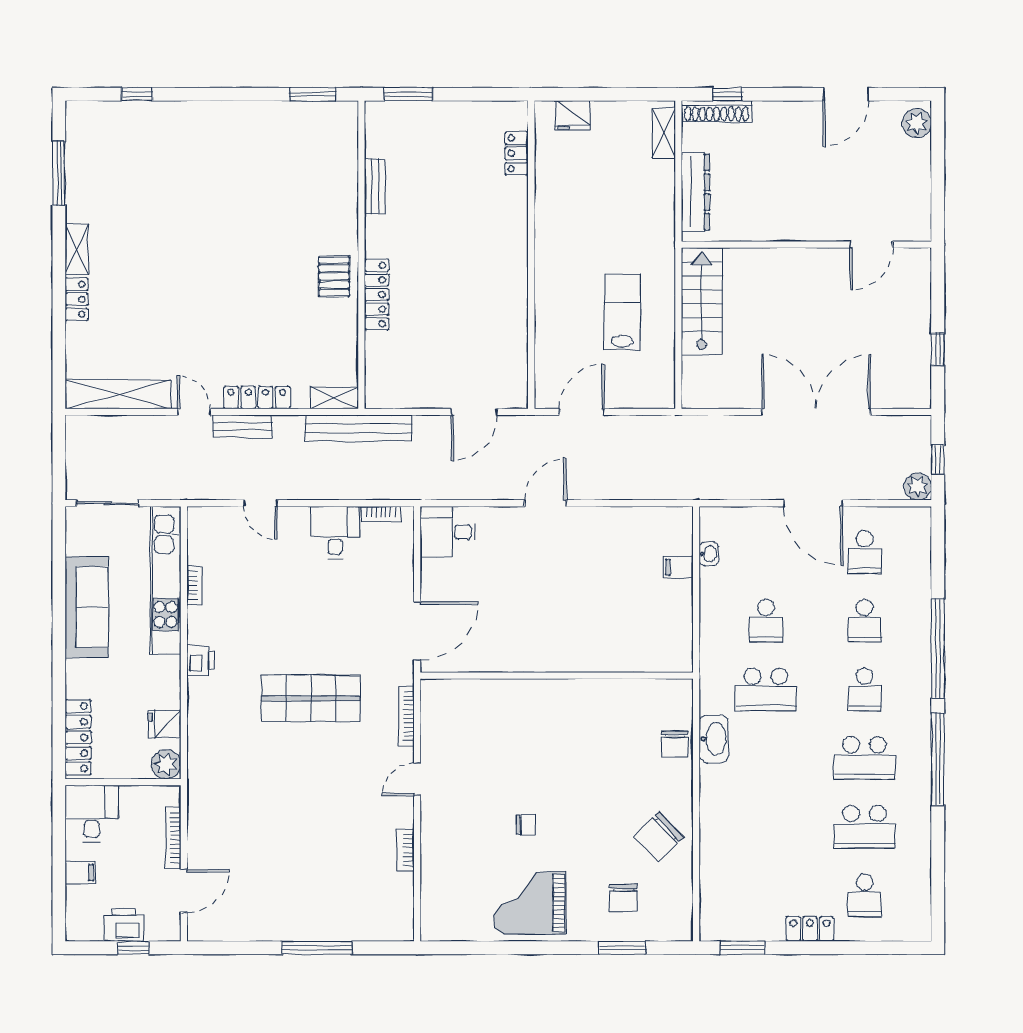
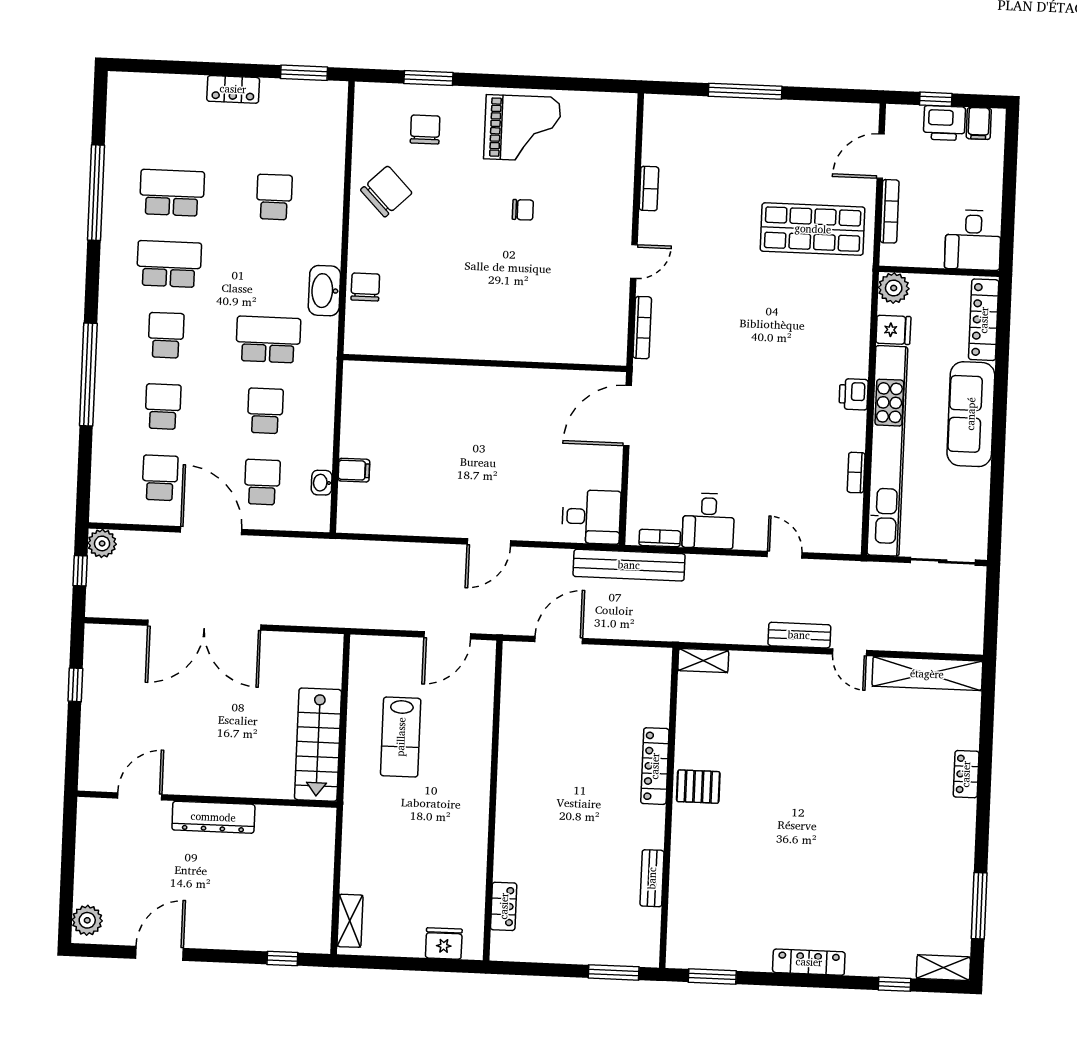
shoe rack: (717, 111) -> (294, 941), removed
dresser: (695, 192) -> (213, 817), moved, turned -90
shelving: (77, 249) -> (943, 968), moved, turned 90
pallet: (334, 276) -> (698, 787), turned 90
locker: (257, 397) -> (809, 962), moved, turned 180
bench: (359, 428) -> (629, 565), moved
school desk: (766, 552) -> (262, 482), added
kitchen unit: (166, 580) -> (887, 451), width x1.36
sofa: (87, 607) -> (971, 414), moved
shop shelf: (311, 698) -> (813, 229), moved
window: (938, 759) -> (96, 193), moved
chair: (526, 825) -> (523, 210), turned 180
filing cabinet: (80, 873) -> (979, 123), moved, turned -90
school desk: (865, 896) -> (274, 197), moved

